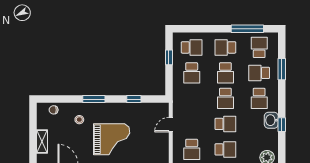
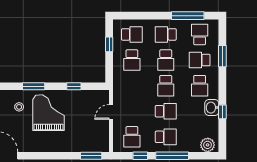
grand piano: (112, 139) -> (49, 113), moved, turned -90

